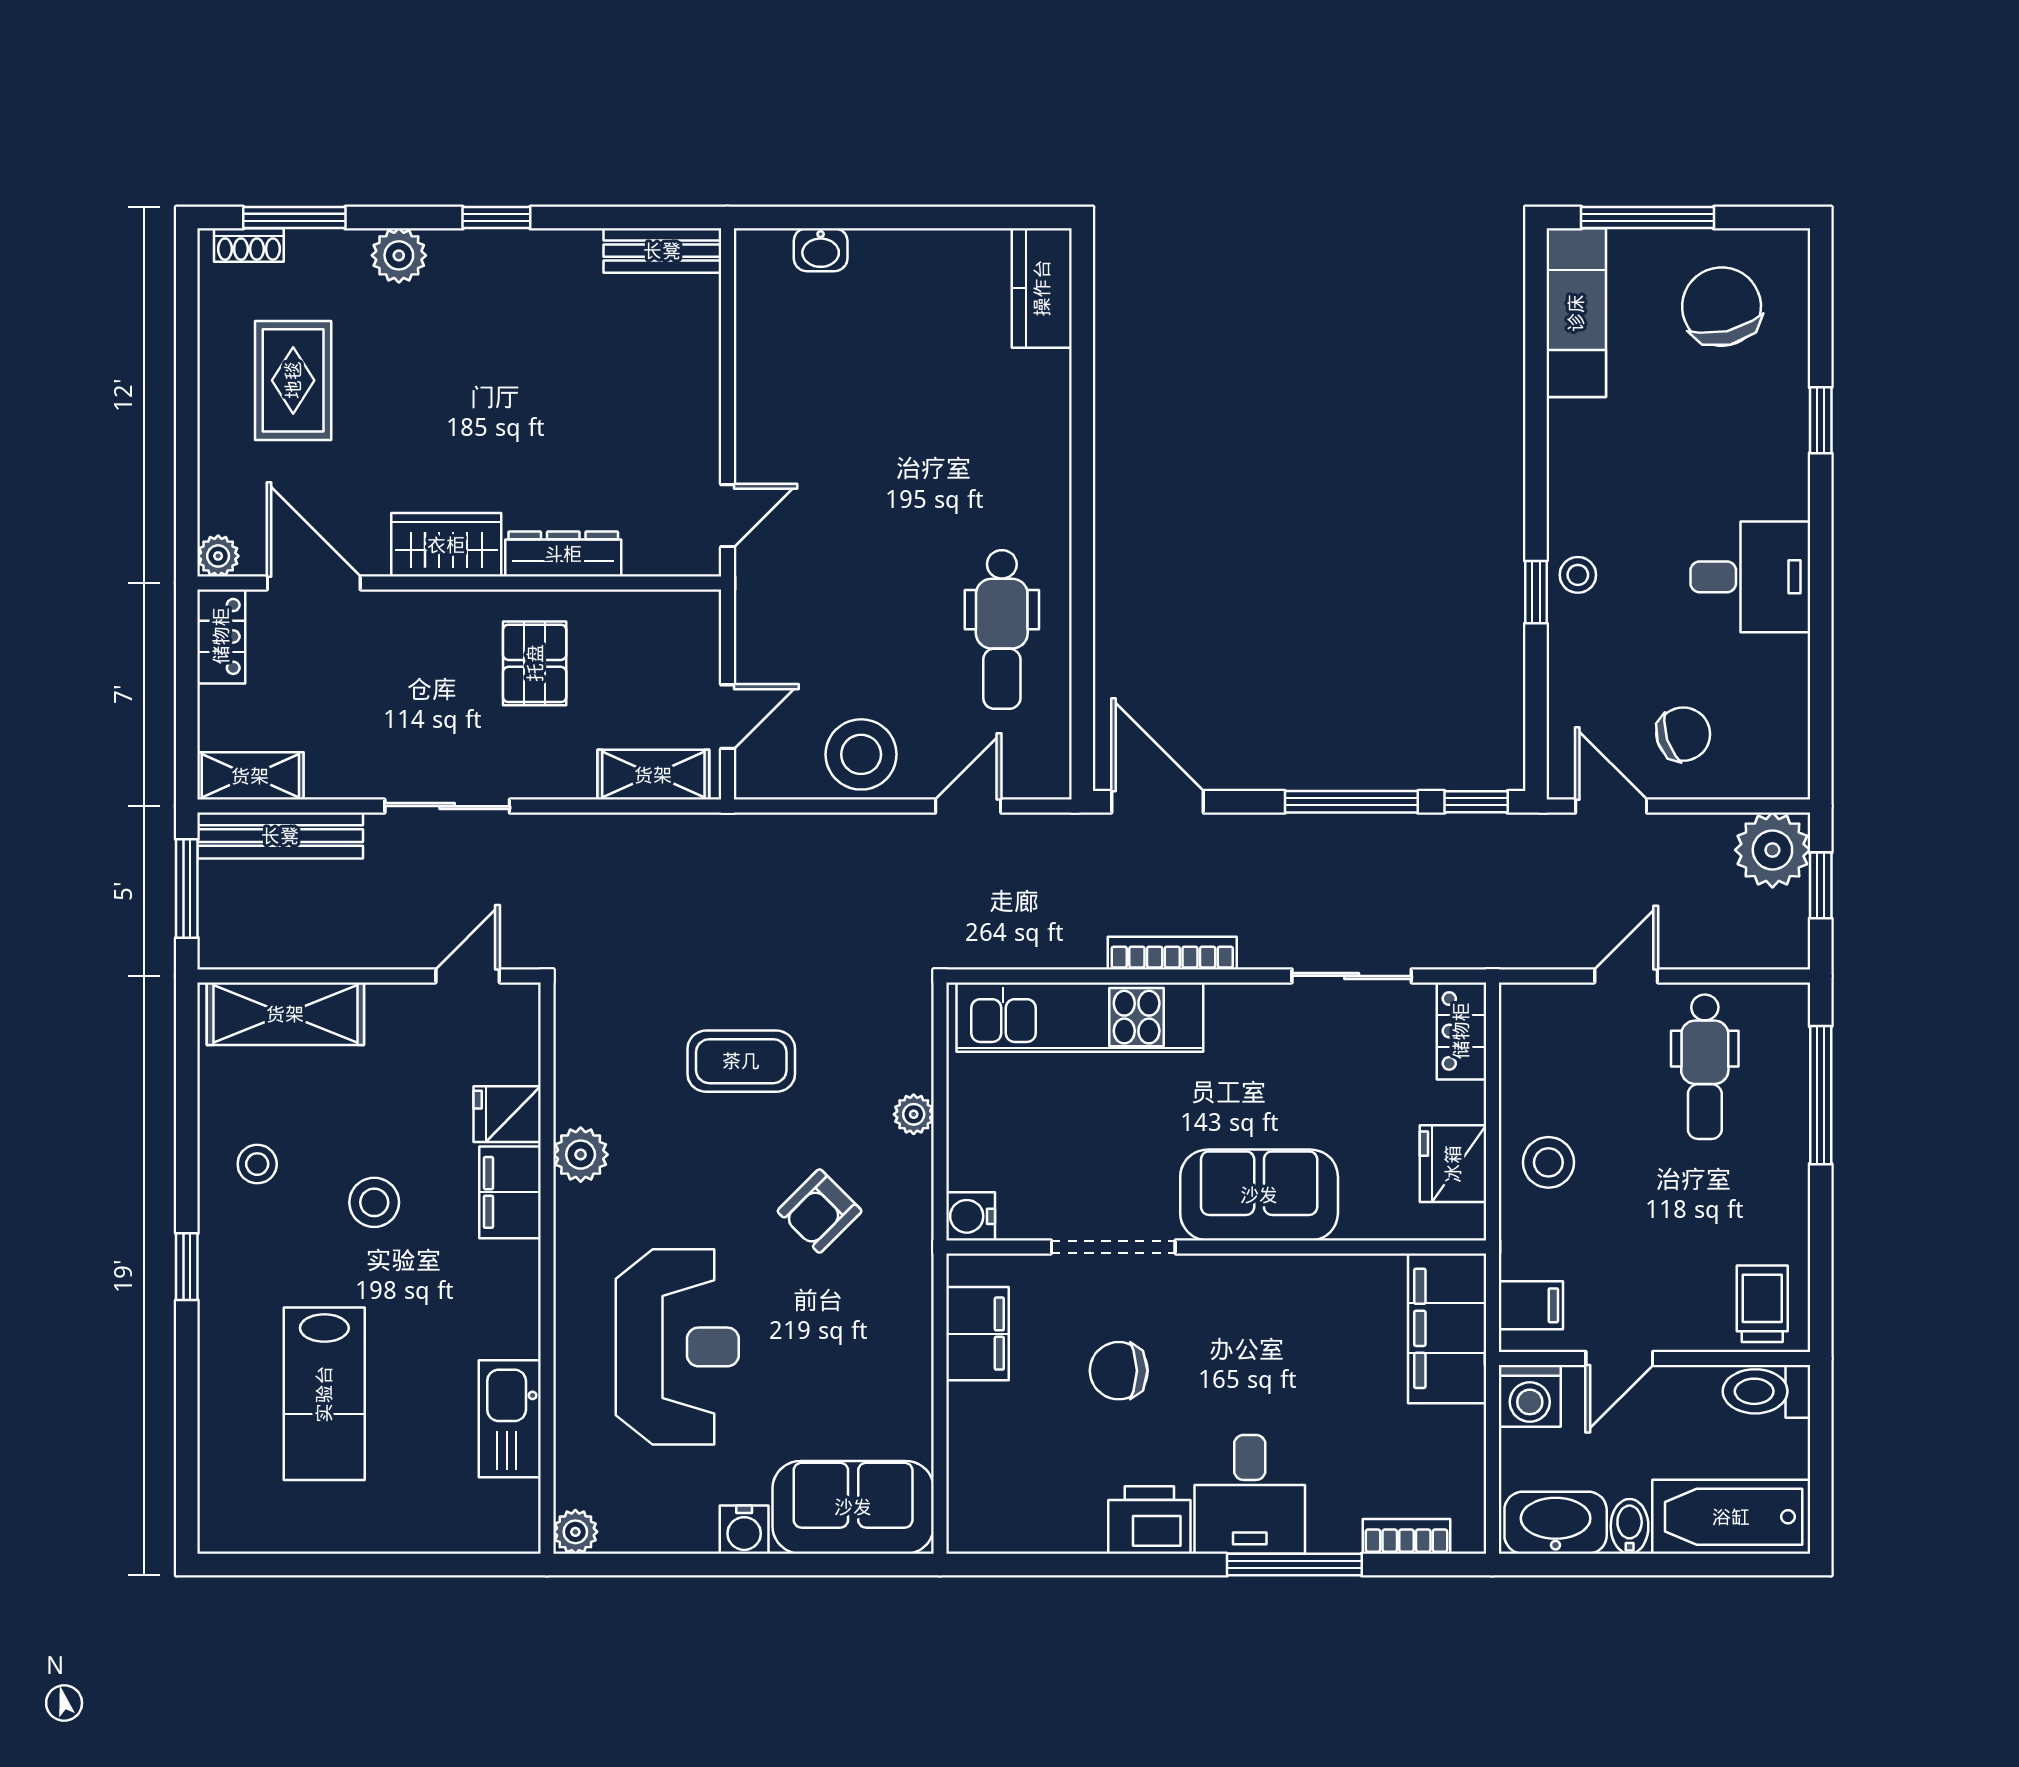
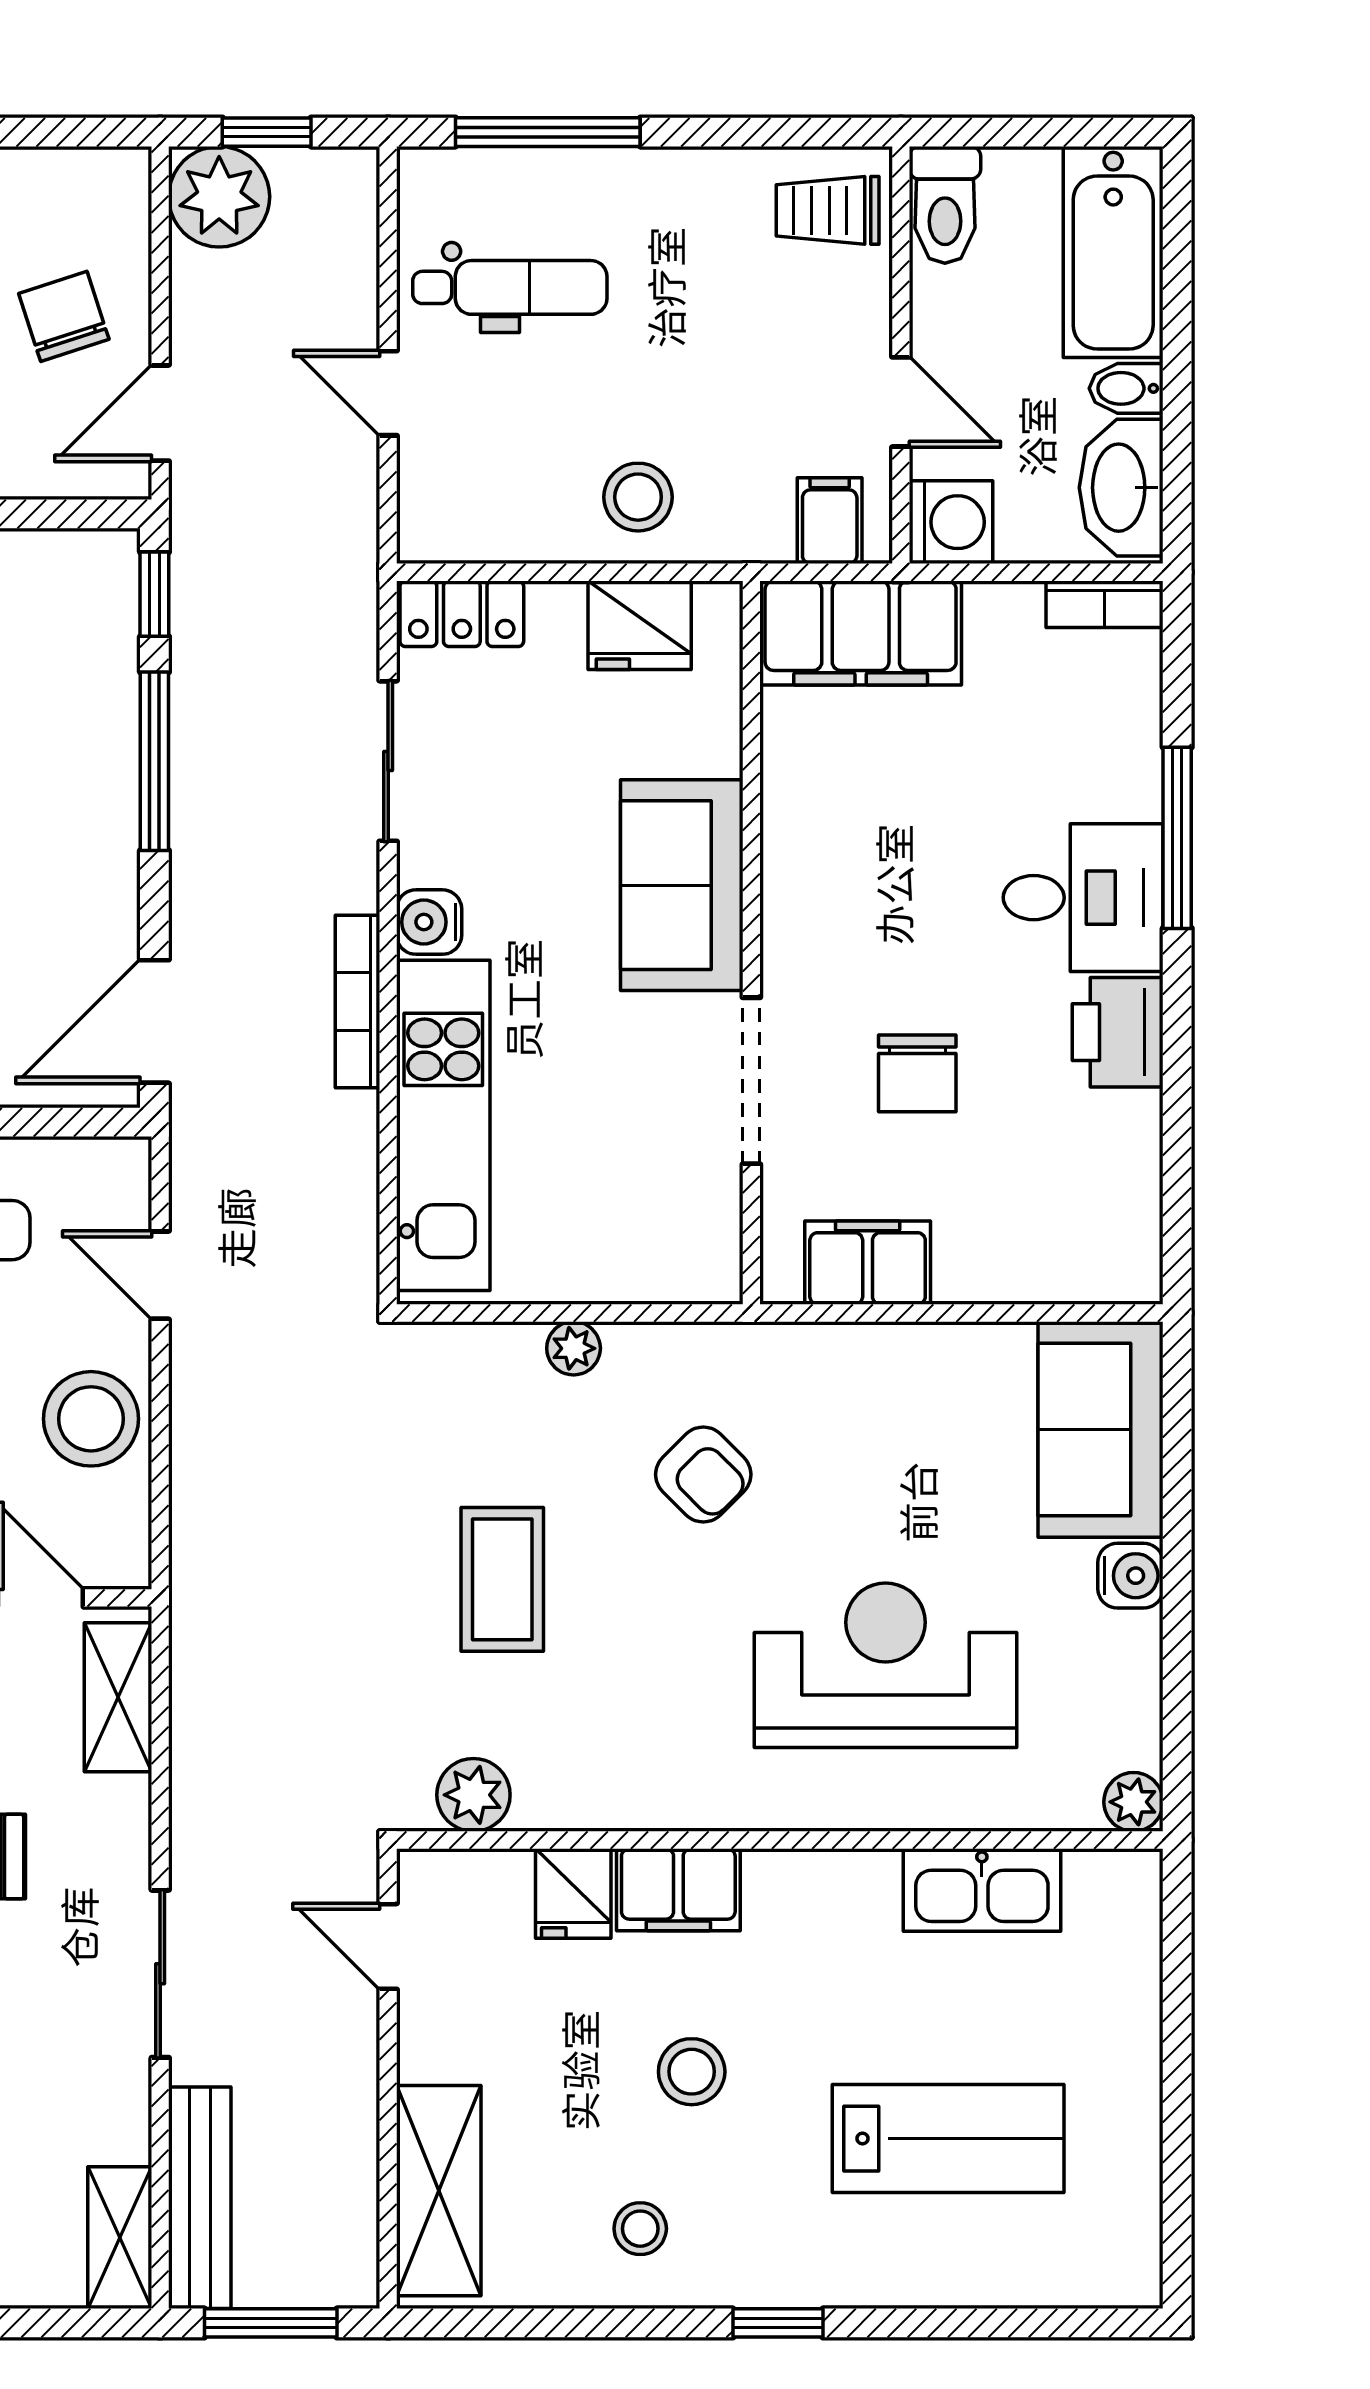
plant: (581, 1155) -> (473, 1795), moved
water cooler: (971, 1216) -> (429, 922), moved, turned 90
bookcase: (1406, 1536) -> (1105, 604), moved, turned -90

